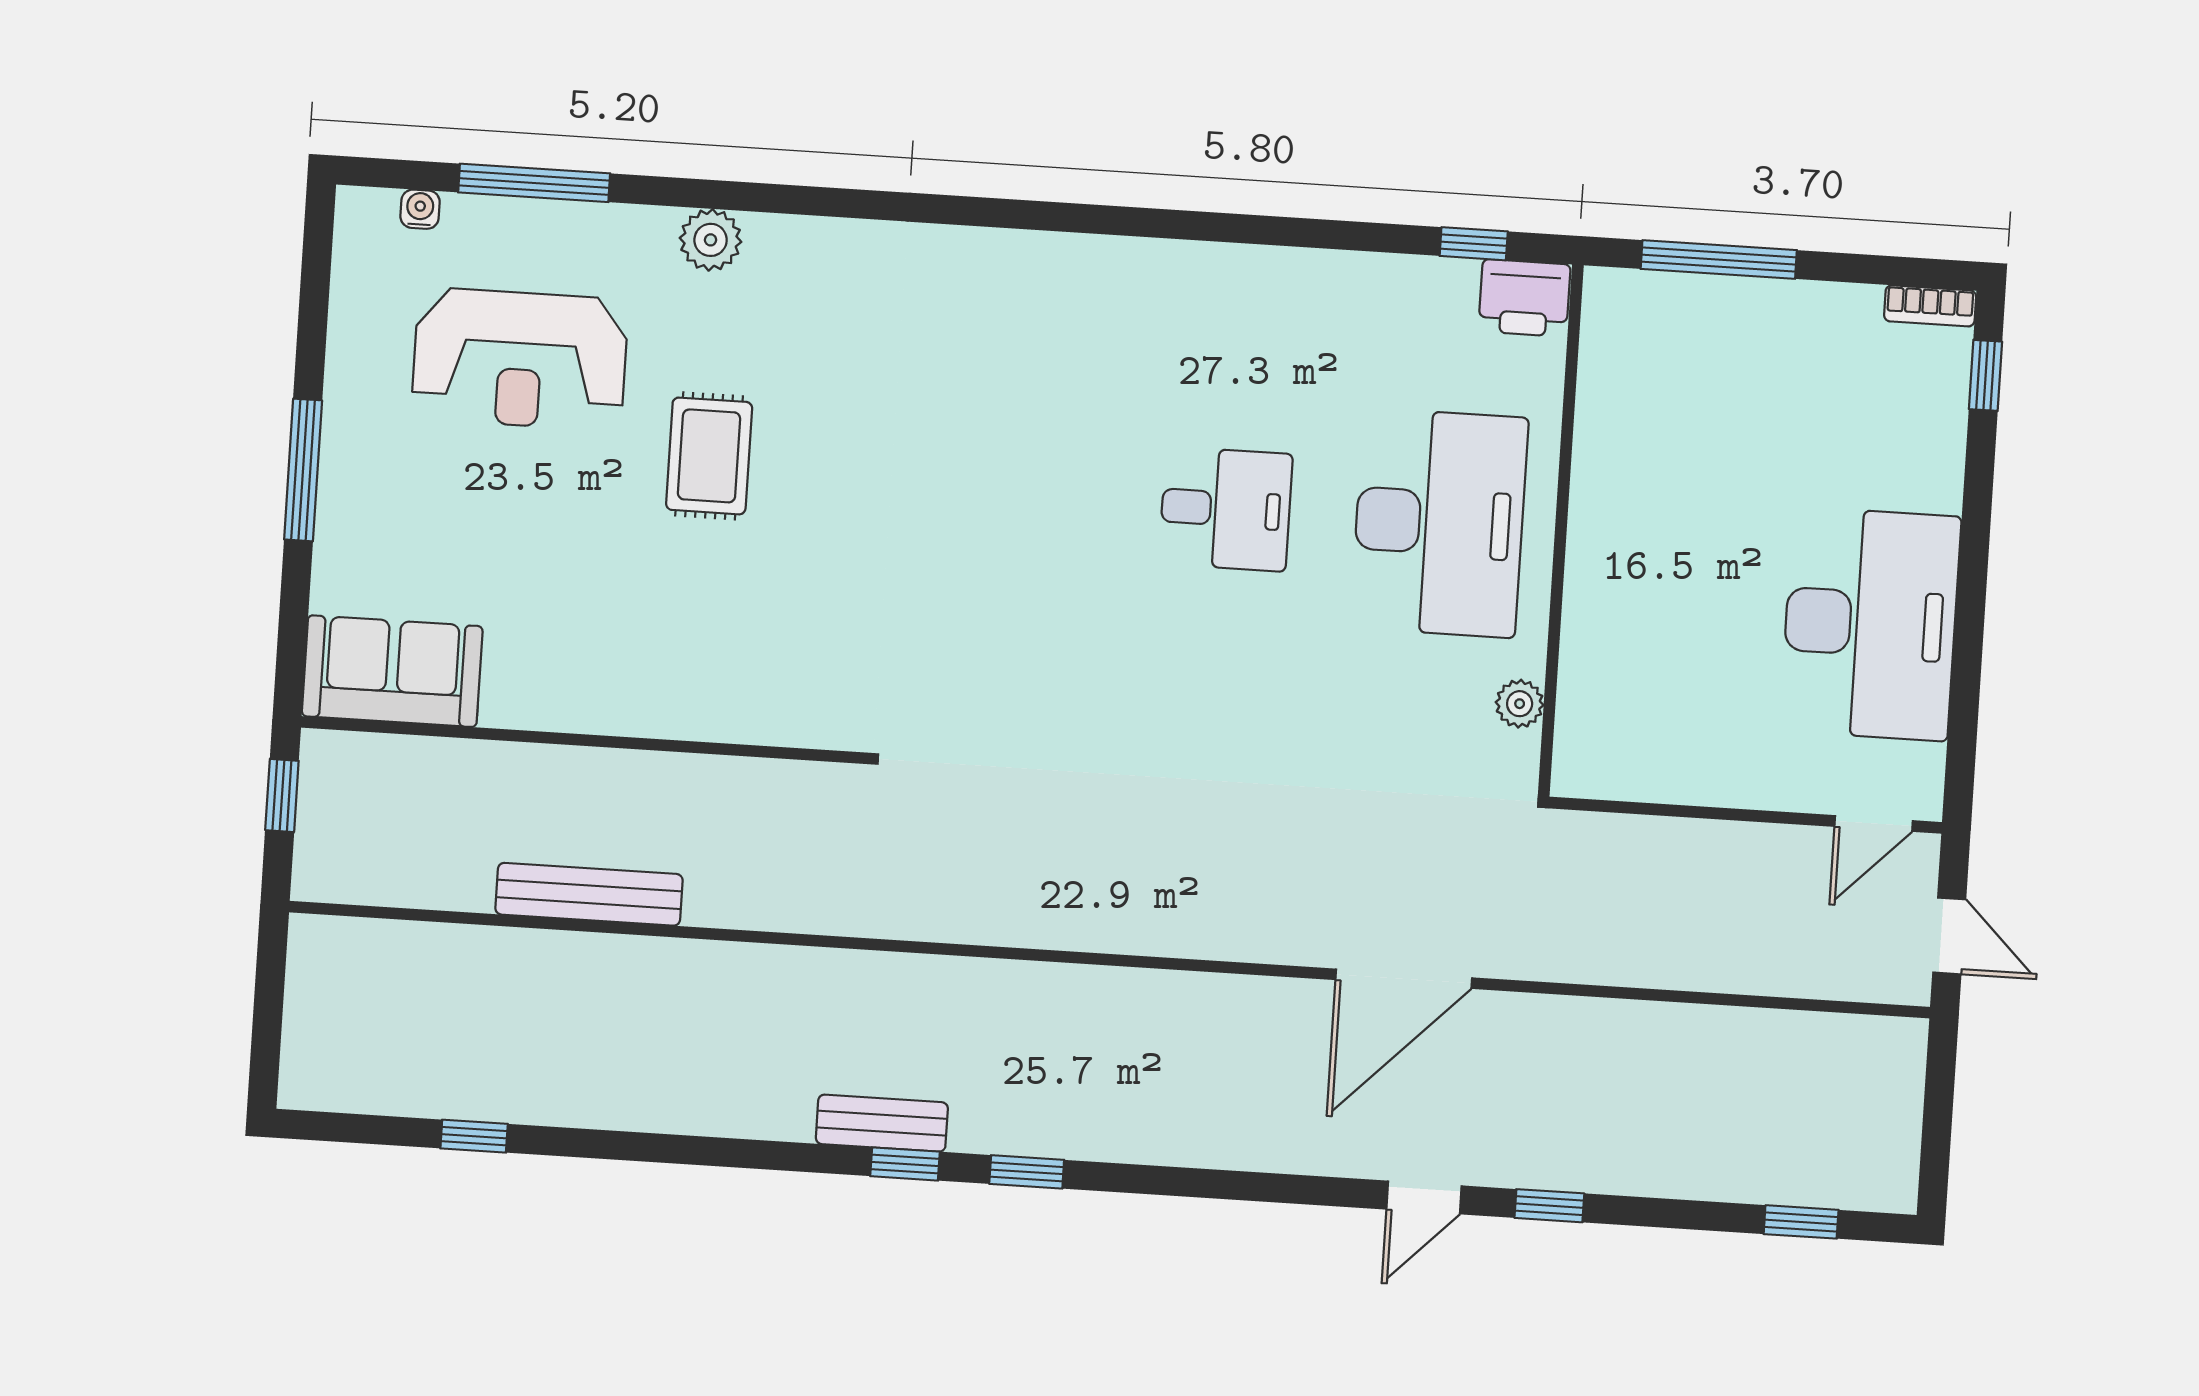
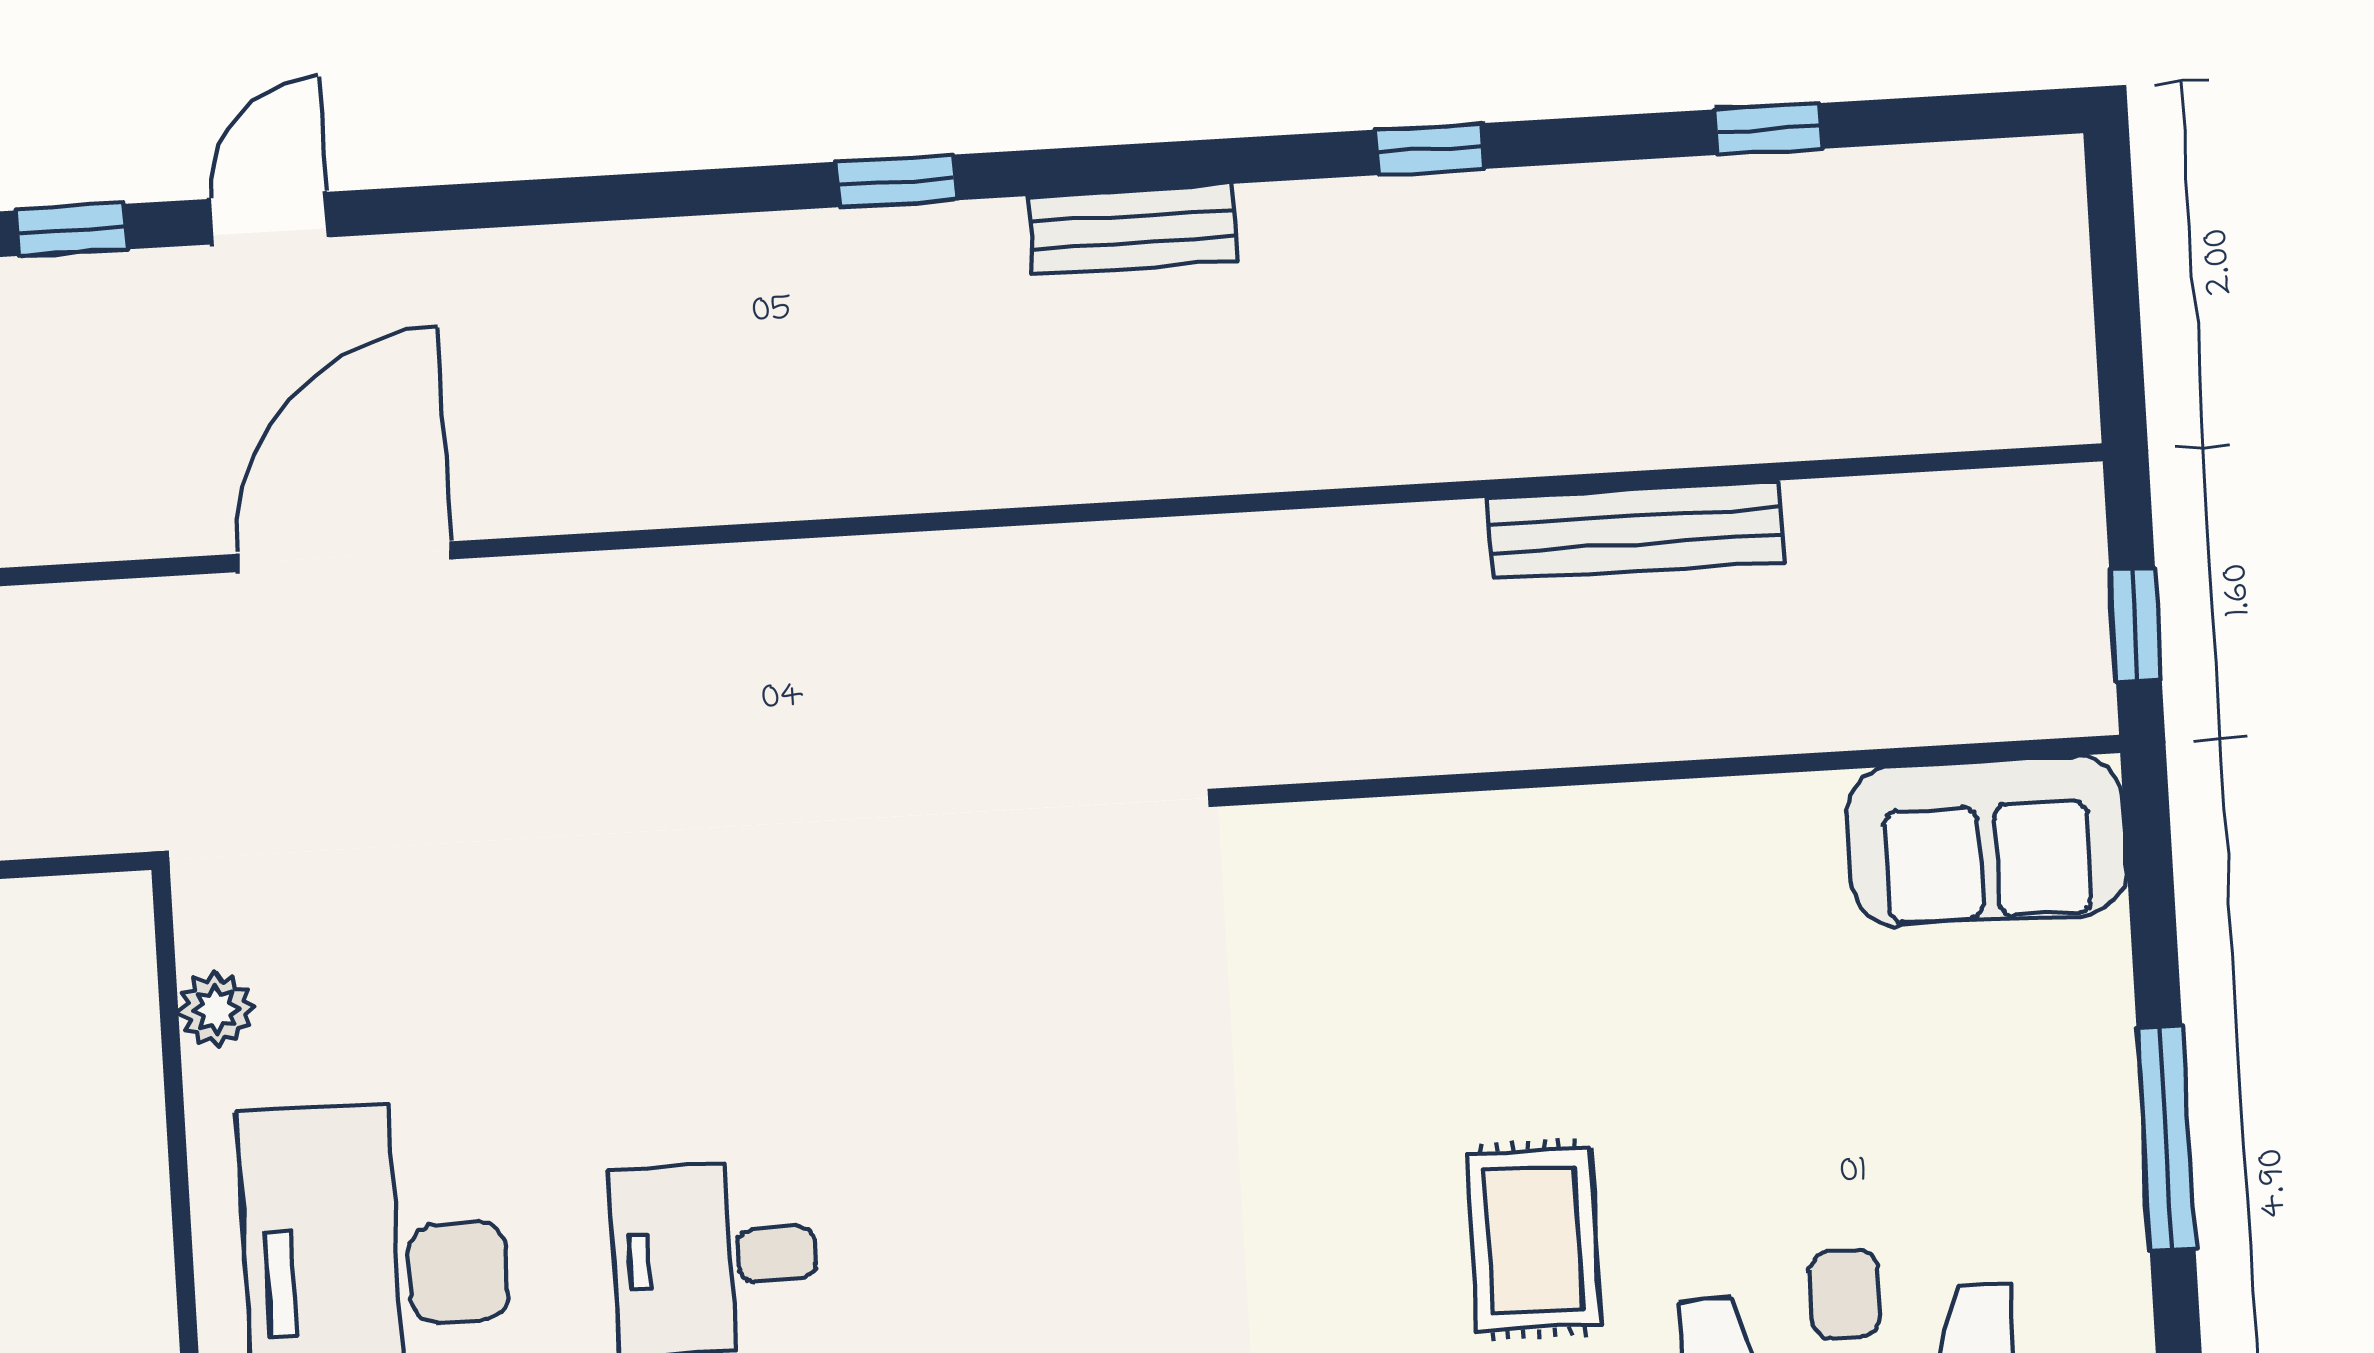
window: (905, 1164) -> (1430, 149), moved

